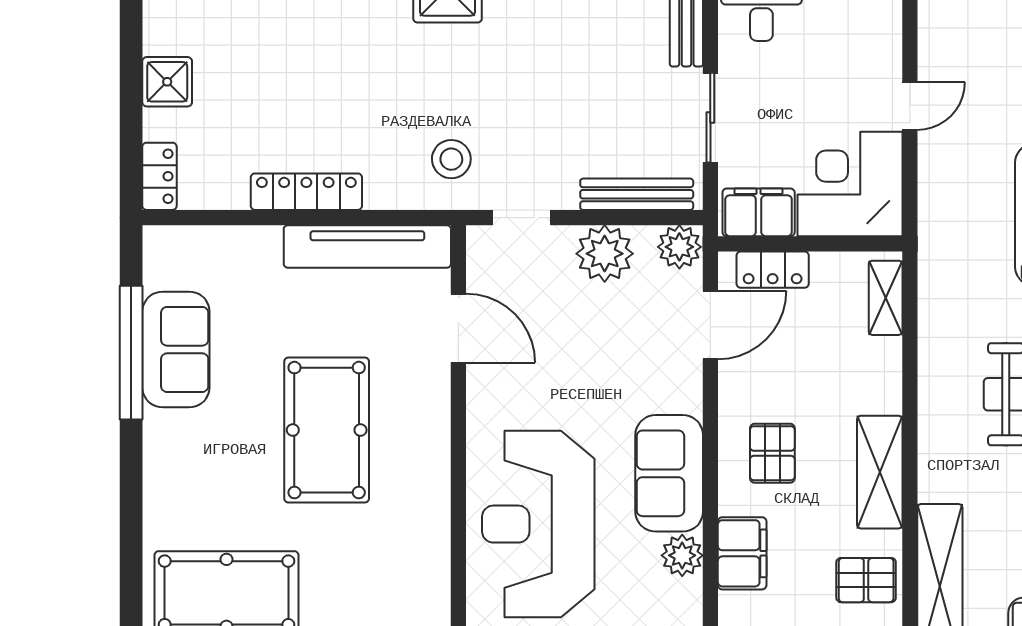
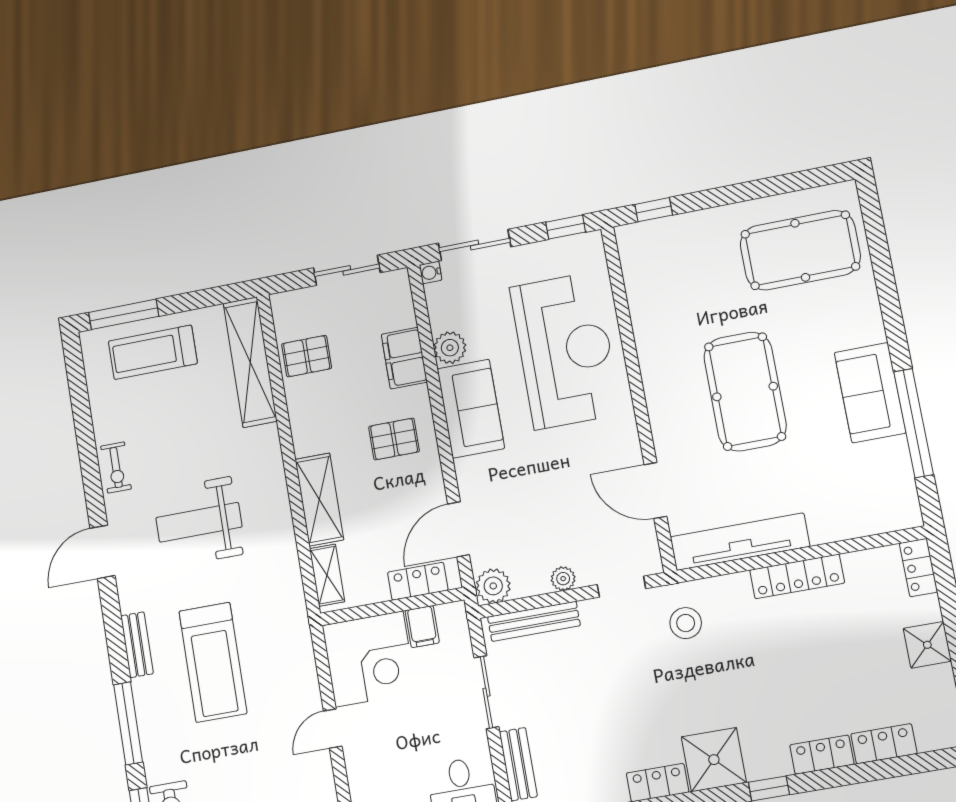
filing cabinet: (759, 212) -> (422, 627), width x0.50
plant: (605, 254) -> (563, 579), width x0.53, depth x0.53
sofa: (176, 349) -> (870, 393), moved
pallet: (772, 453) -> (394, 439), turned 90
shelving: (880, 472) -> (319, 499), moved

